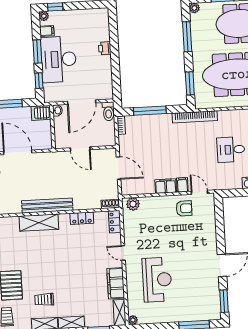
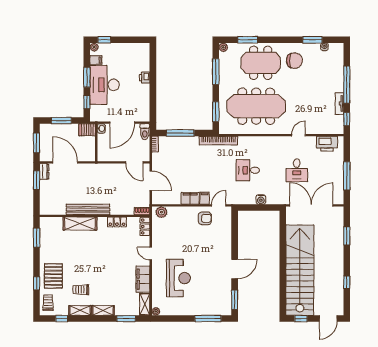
door: (80, 149) -> (134, 162), moved
door: (199, 192) -> (219, 205), hinge flipped

